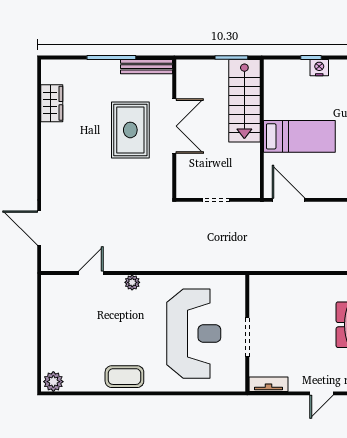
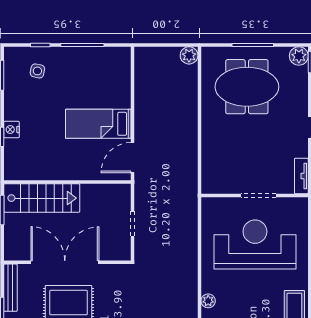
double door: (174, 126) -> (65, 262), width x1.36
bed: (299, 136) -> (98, 124), moved, turned -90

